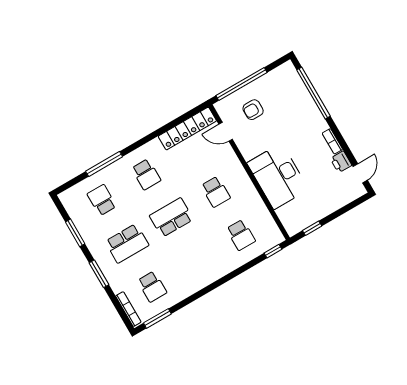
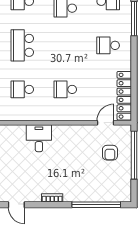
armchair: (253, 110) -> (110, 153), turned 180
printer: (341, 162) -> (33, 195), removed
desk: (278, 176) -> (39, 138), width x0.53, depth x0.77
school desk: (171, 218) -> (22, 45), moved, turned 180

